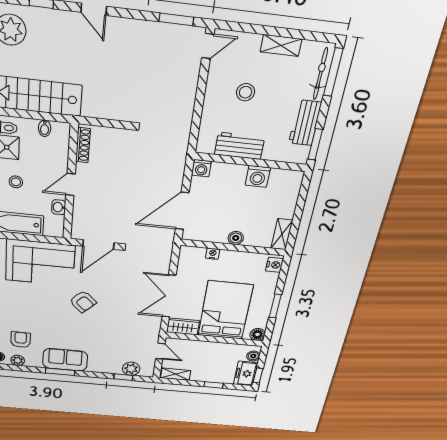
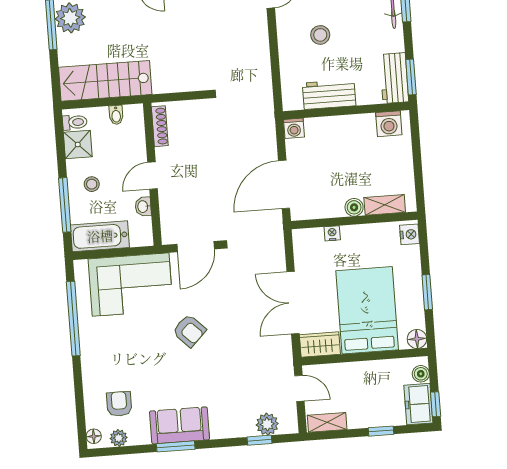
workbench: (305, 123) -> (394, 78), moved
washing machine: (258, 176) -> (389, 124), moved
shelving: (282, 234) -> (385, 205), moved, turned 90

